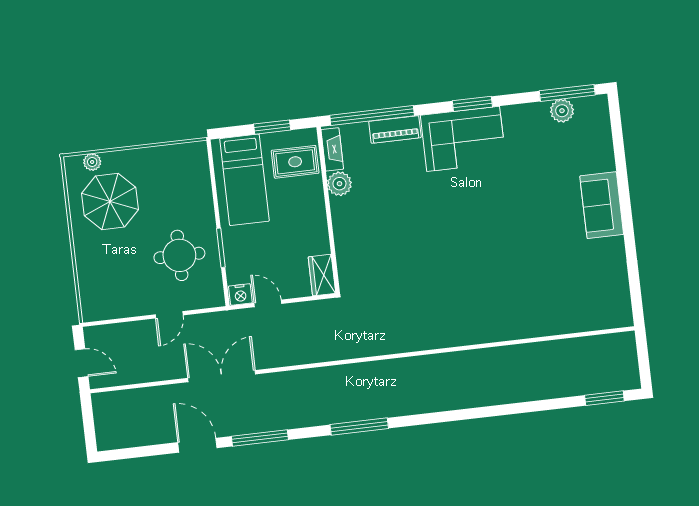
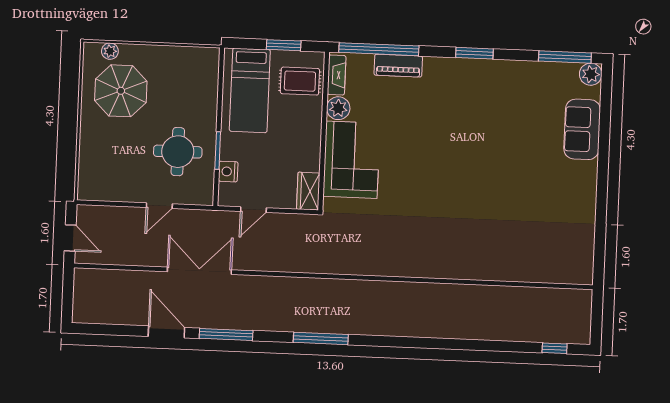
plant: (562, 111) -> (591, 74), moved
corner sofa: (463, 139) -> (351, 160), moved, turned -90
sofa: (602, 205) -> (582, 129), moved
nightstand: (240, 294) -> (228, 172), moved, turned 90
door: (268, 303) -> (253, 210), swing flipped
window: (604, 398) -> (555, 348), width x0.67

